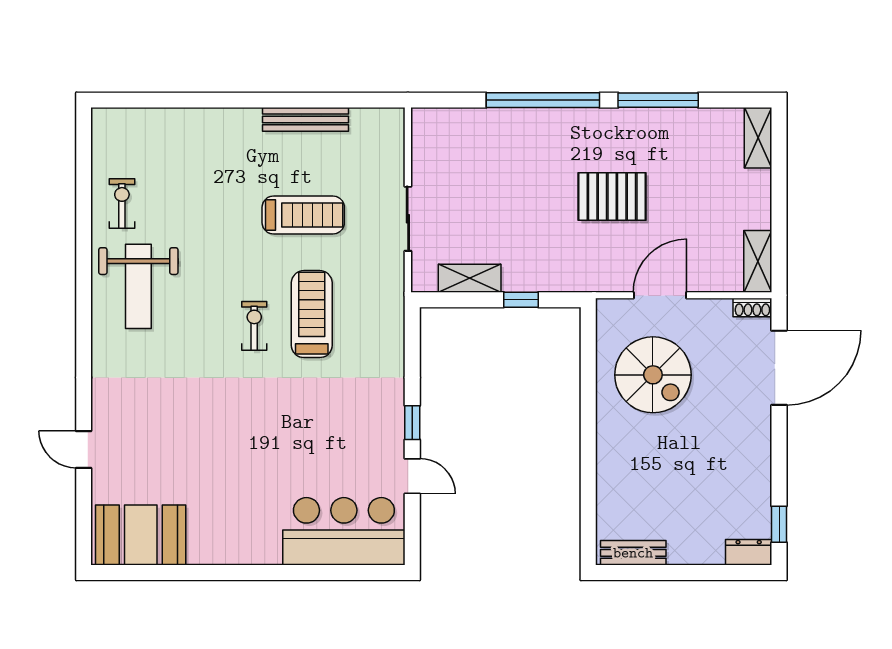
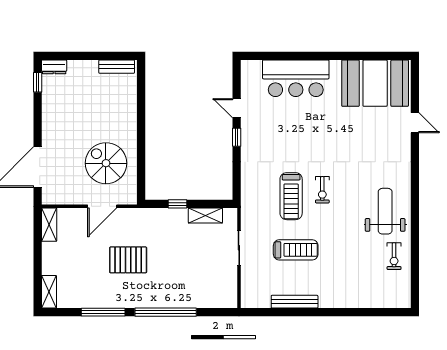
treadmill: (303, 215) -> (296, 250), turned 180
shoe rack: (752, 308) -> (52, 200), removed
bar counter: (344, 531) -> (296, 78), moved
booth: (141, 535) -> (375, 83), width x1.36, depth x1.42

